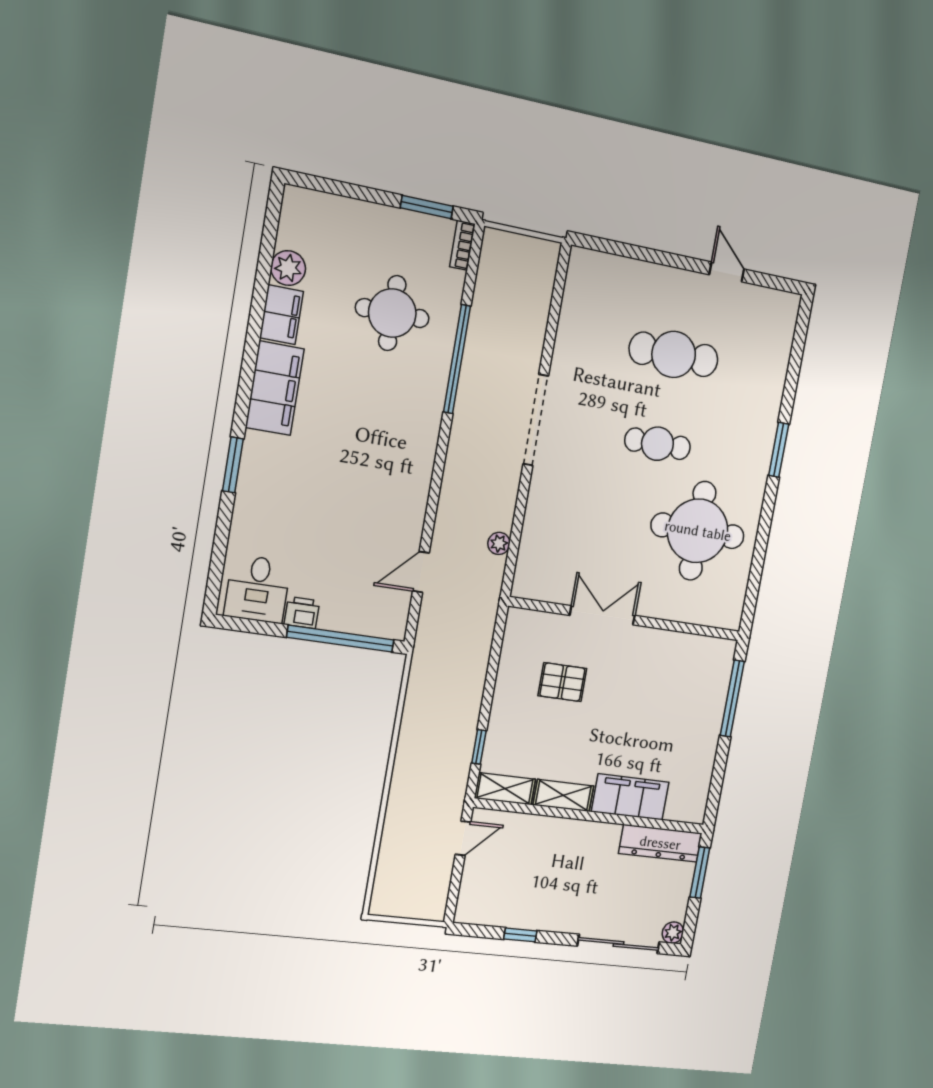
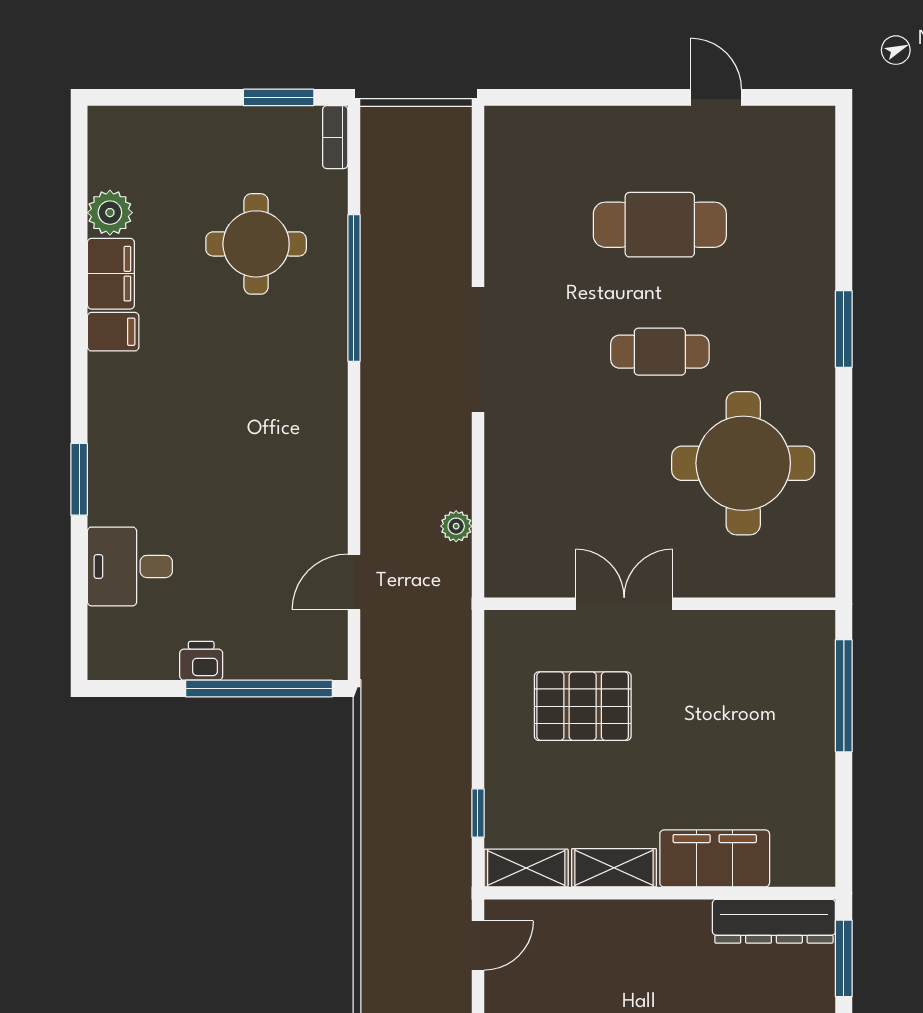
filing cabinet: (275, 388) -> (113, 332), width x0.33, depth x0.86
desk: (257, 589) -> (130, 566), moved, turned 90
pallet: (562, 682) -> (583, 706), width x1.50, depth x1.42

